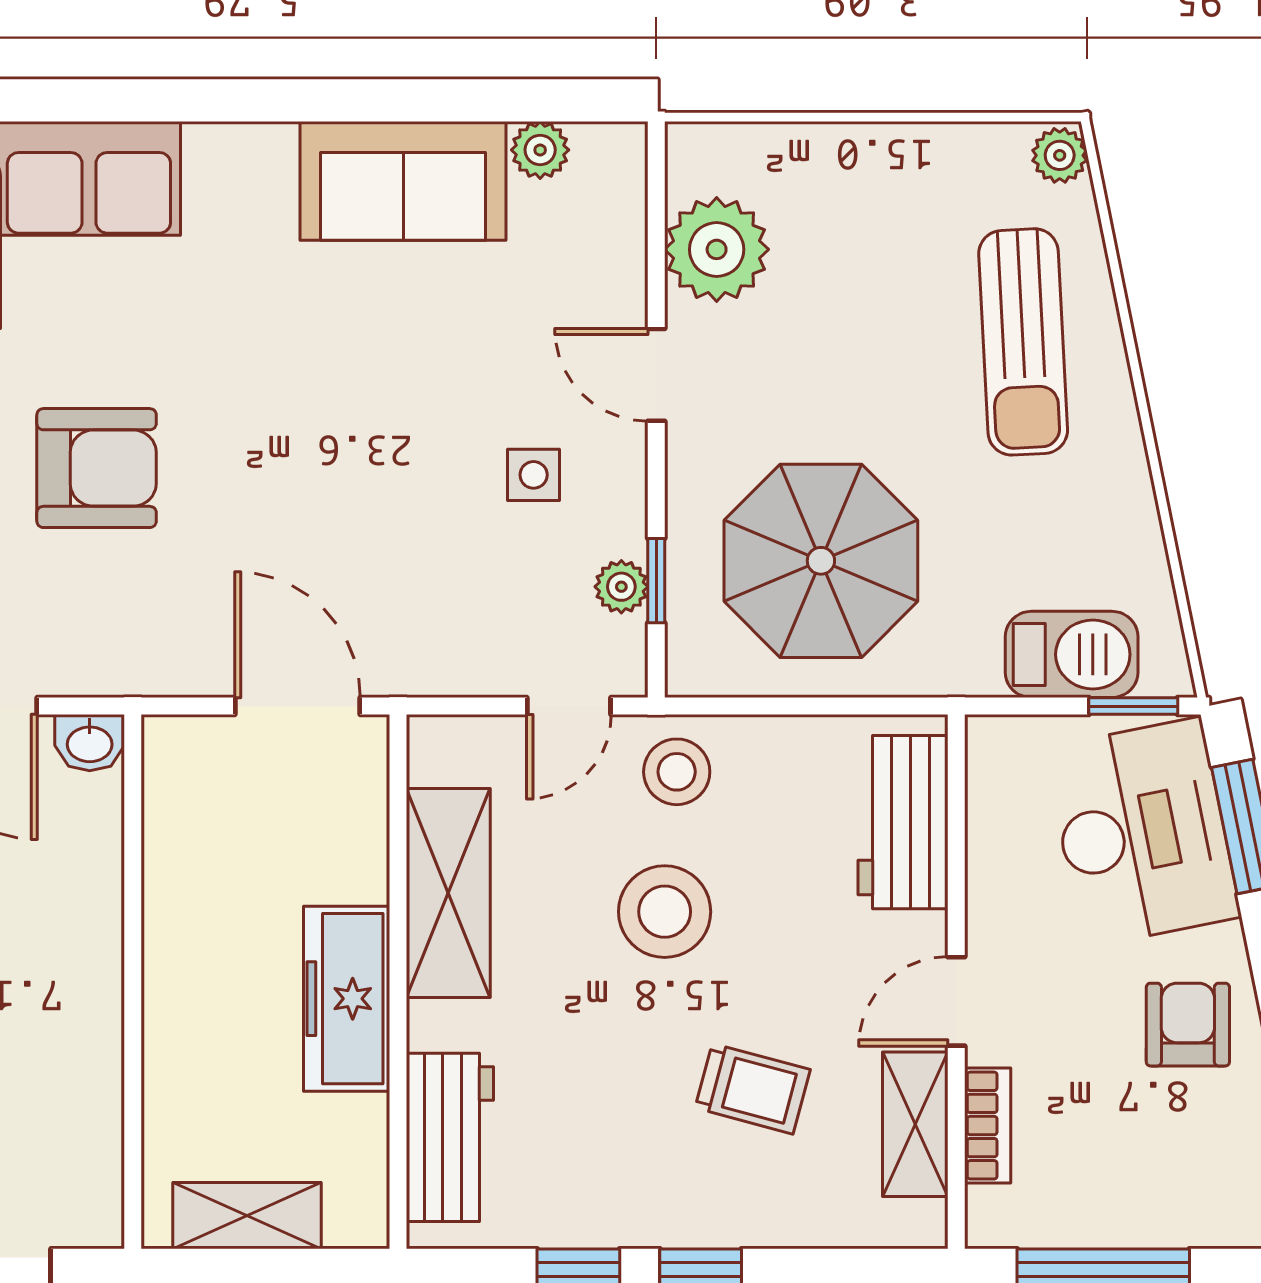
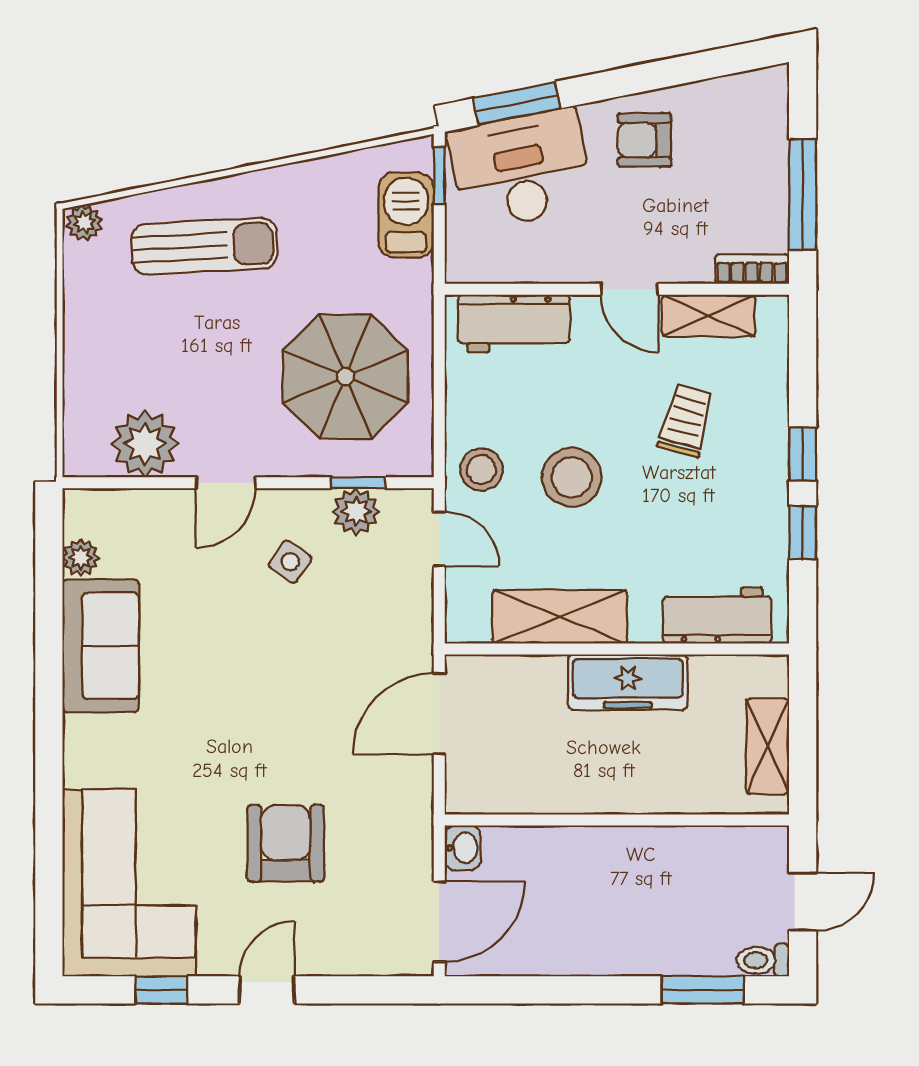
side table: (534, 475) -> (290, 562), turned 34
plant: (621, 587) -> (356, 512), width x1.38, depth x1.38
bookcase: (988, 1126) -> (752, 269), moved

